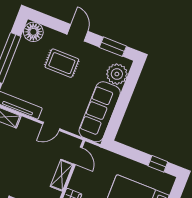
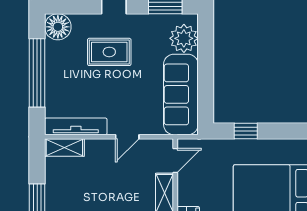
door: (78, 156) -> (175, 161), hinge flipped
window: (158, 164) -> (246, 131), moved

